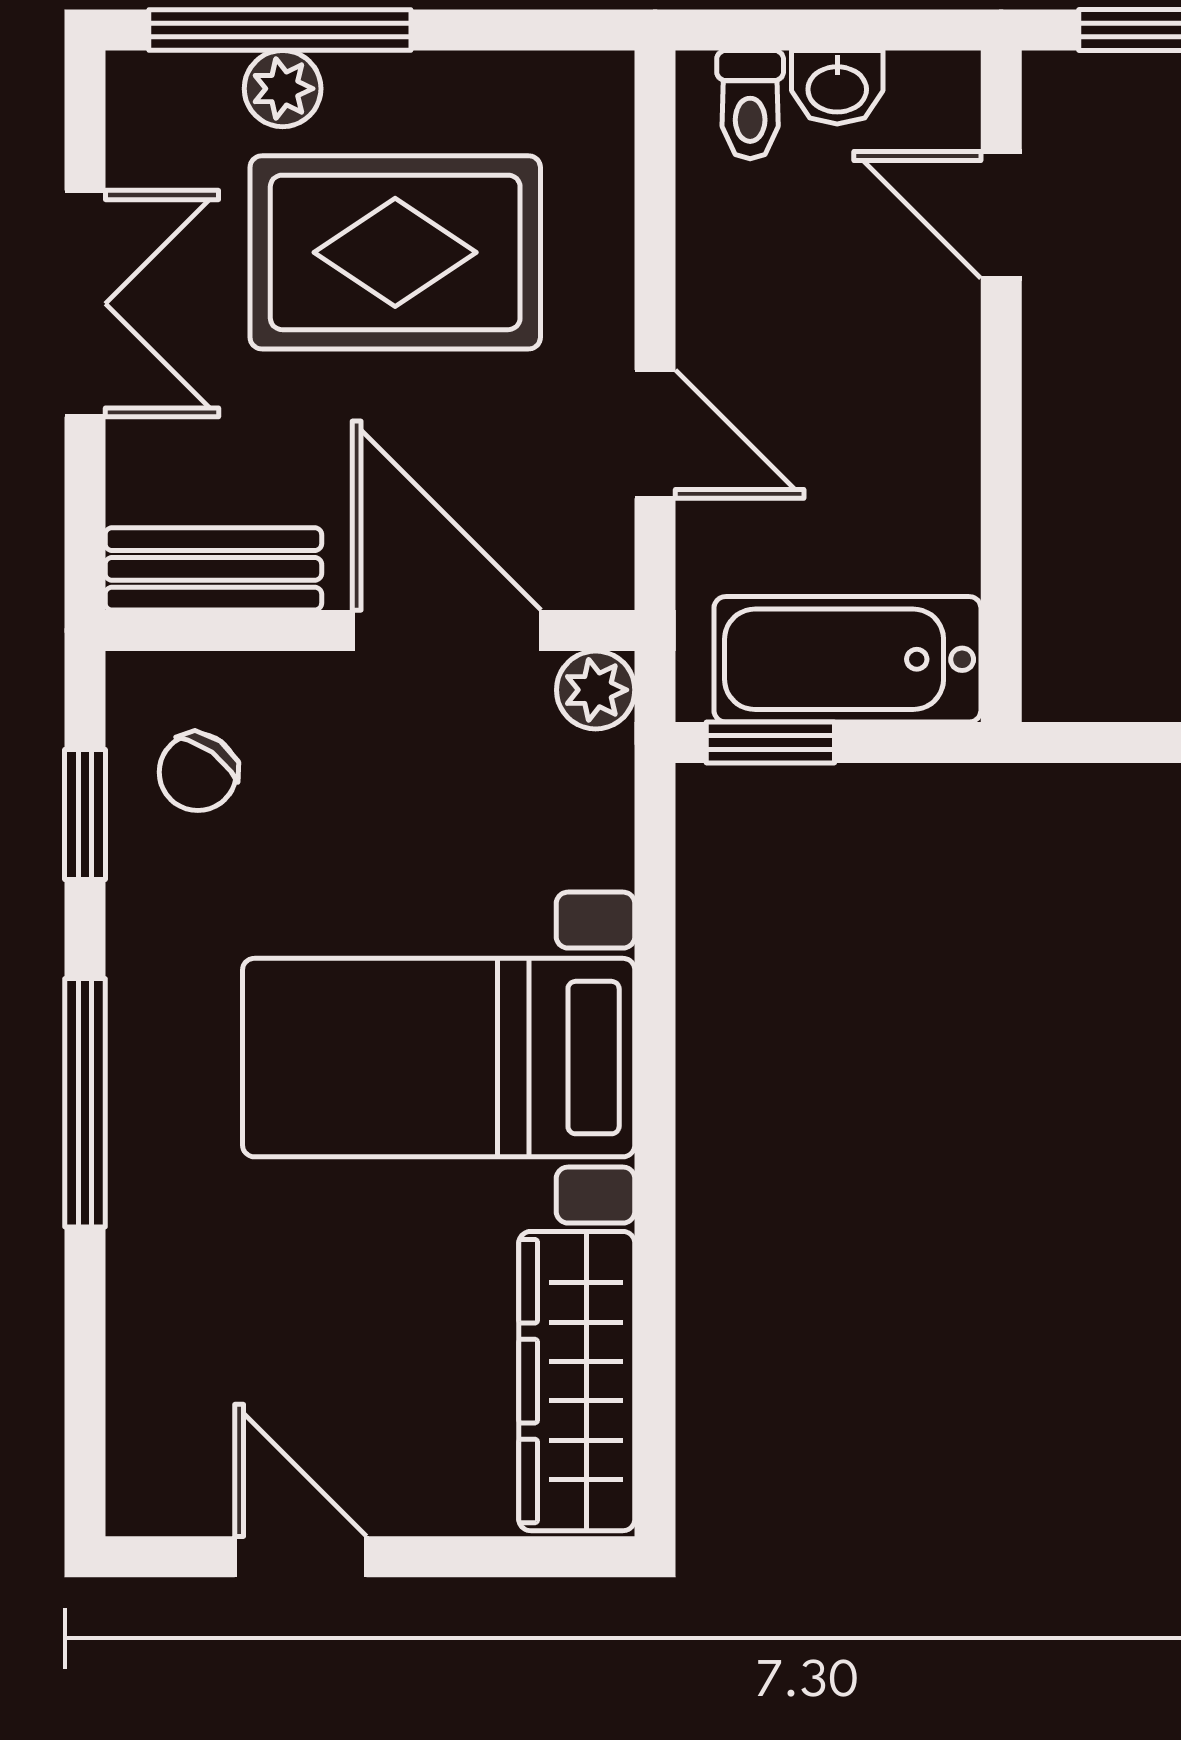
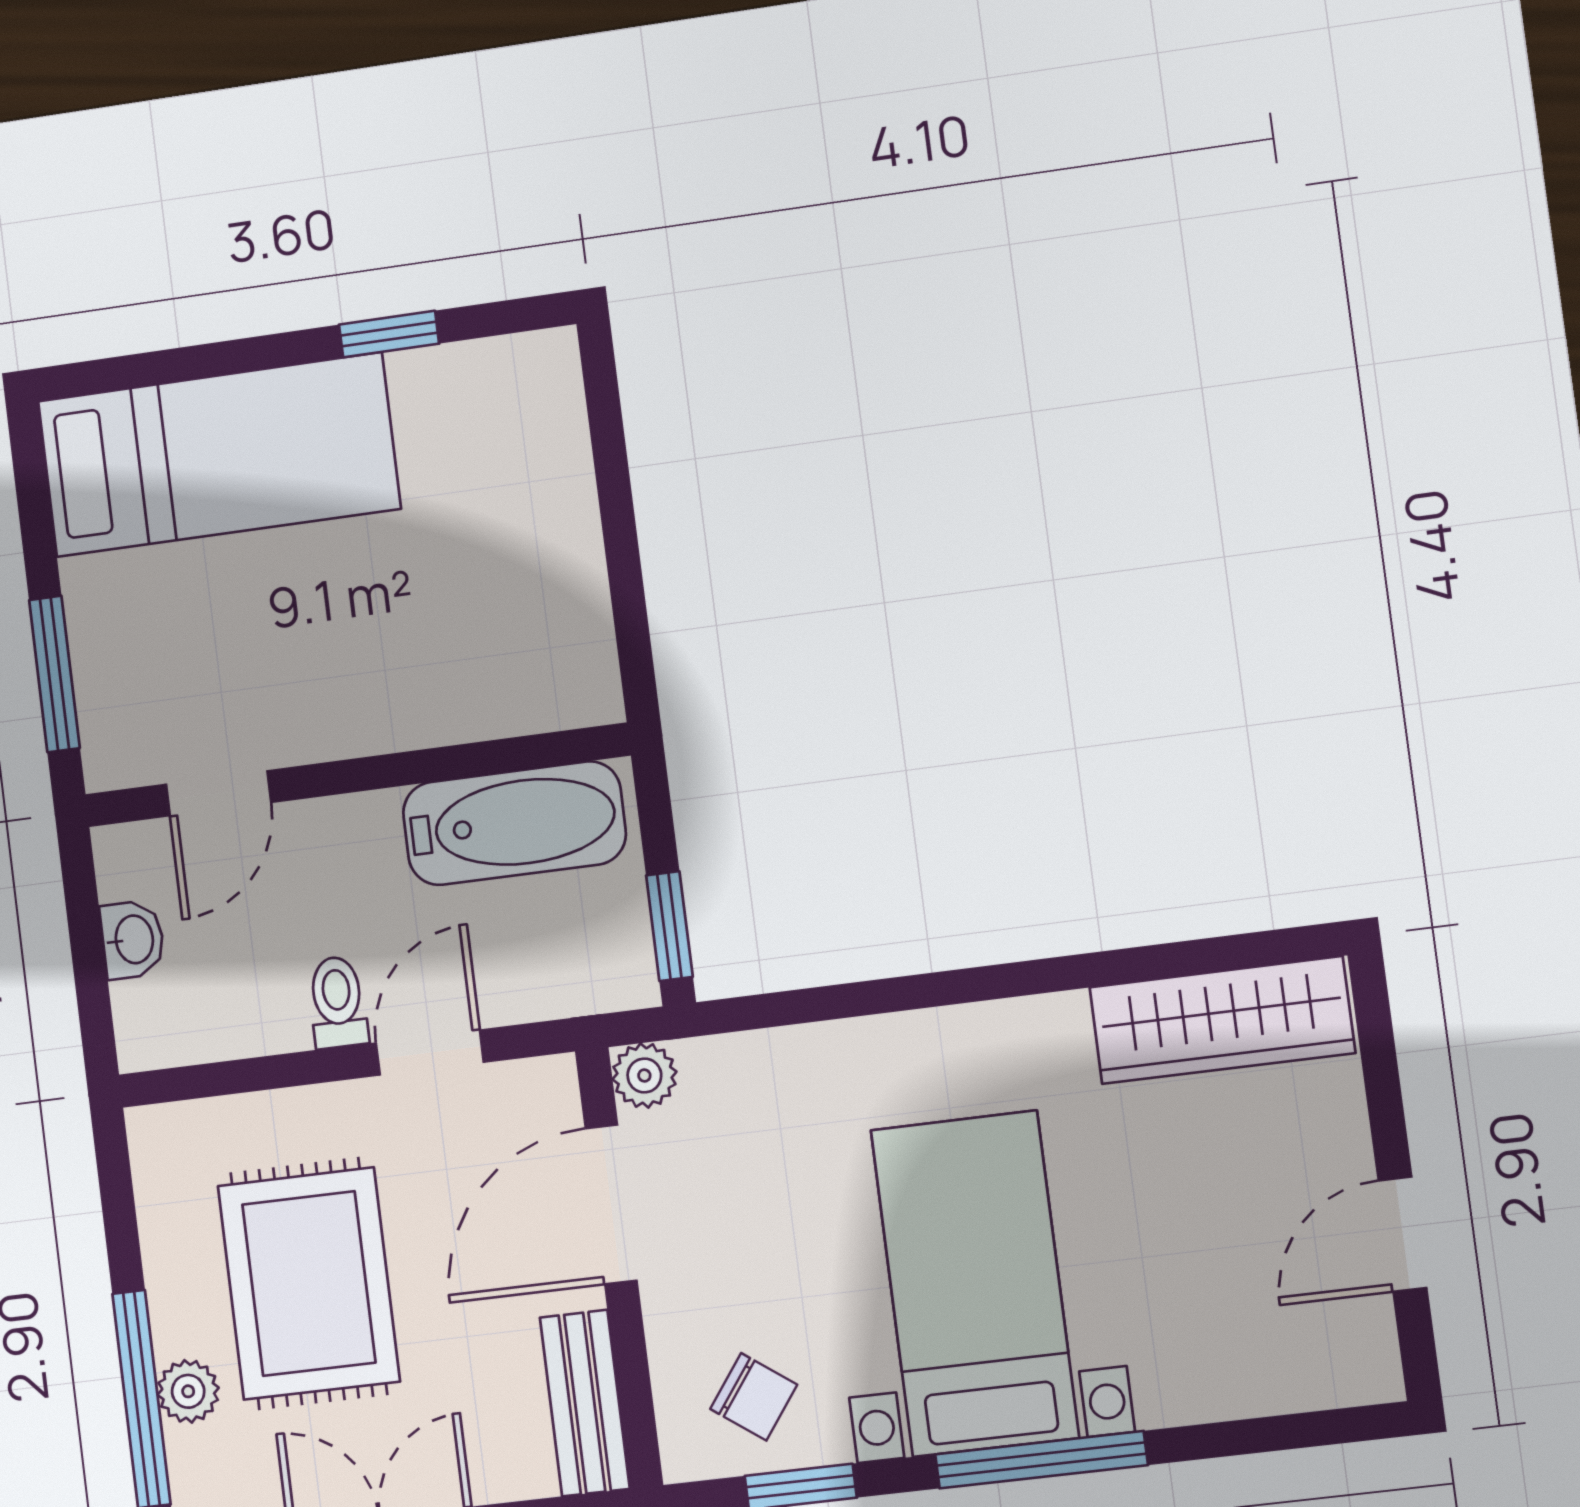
toilet: (750, 105) -> (338, 1002), moved, turned -90
bathtub: (847, 659) -> (514, 823), moved, turned -90
bed with nightstands: (439, 1058) -> (975, 1284), moved, turned 180

